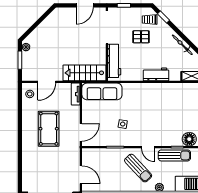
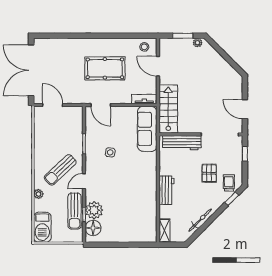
plant: (174, 138) -> (94, 210), added
door: (81, 175) -> (53, 105), swing flipped

